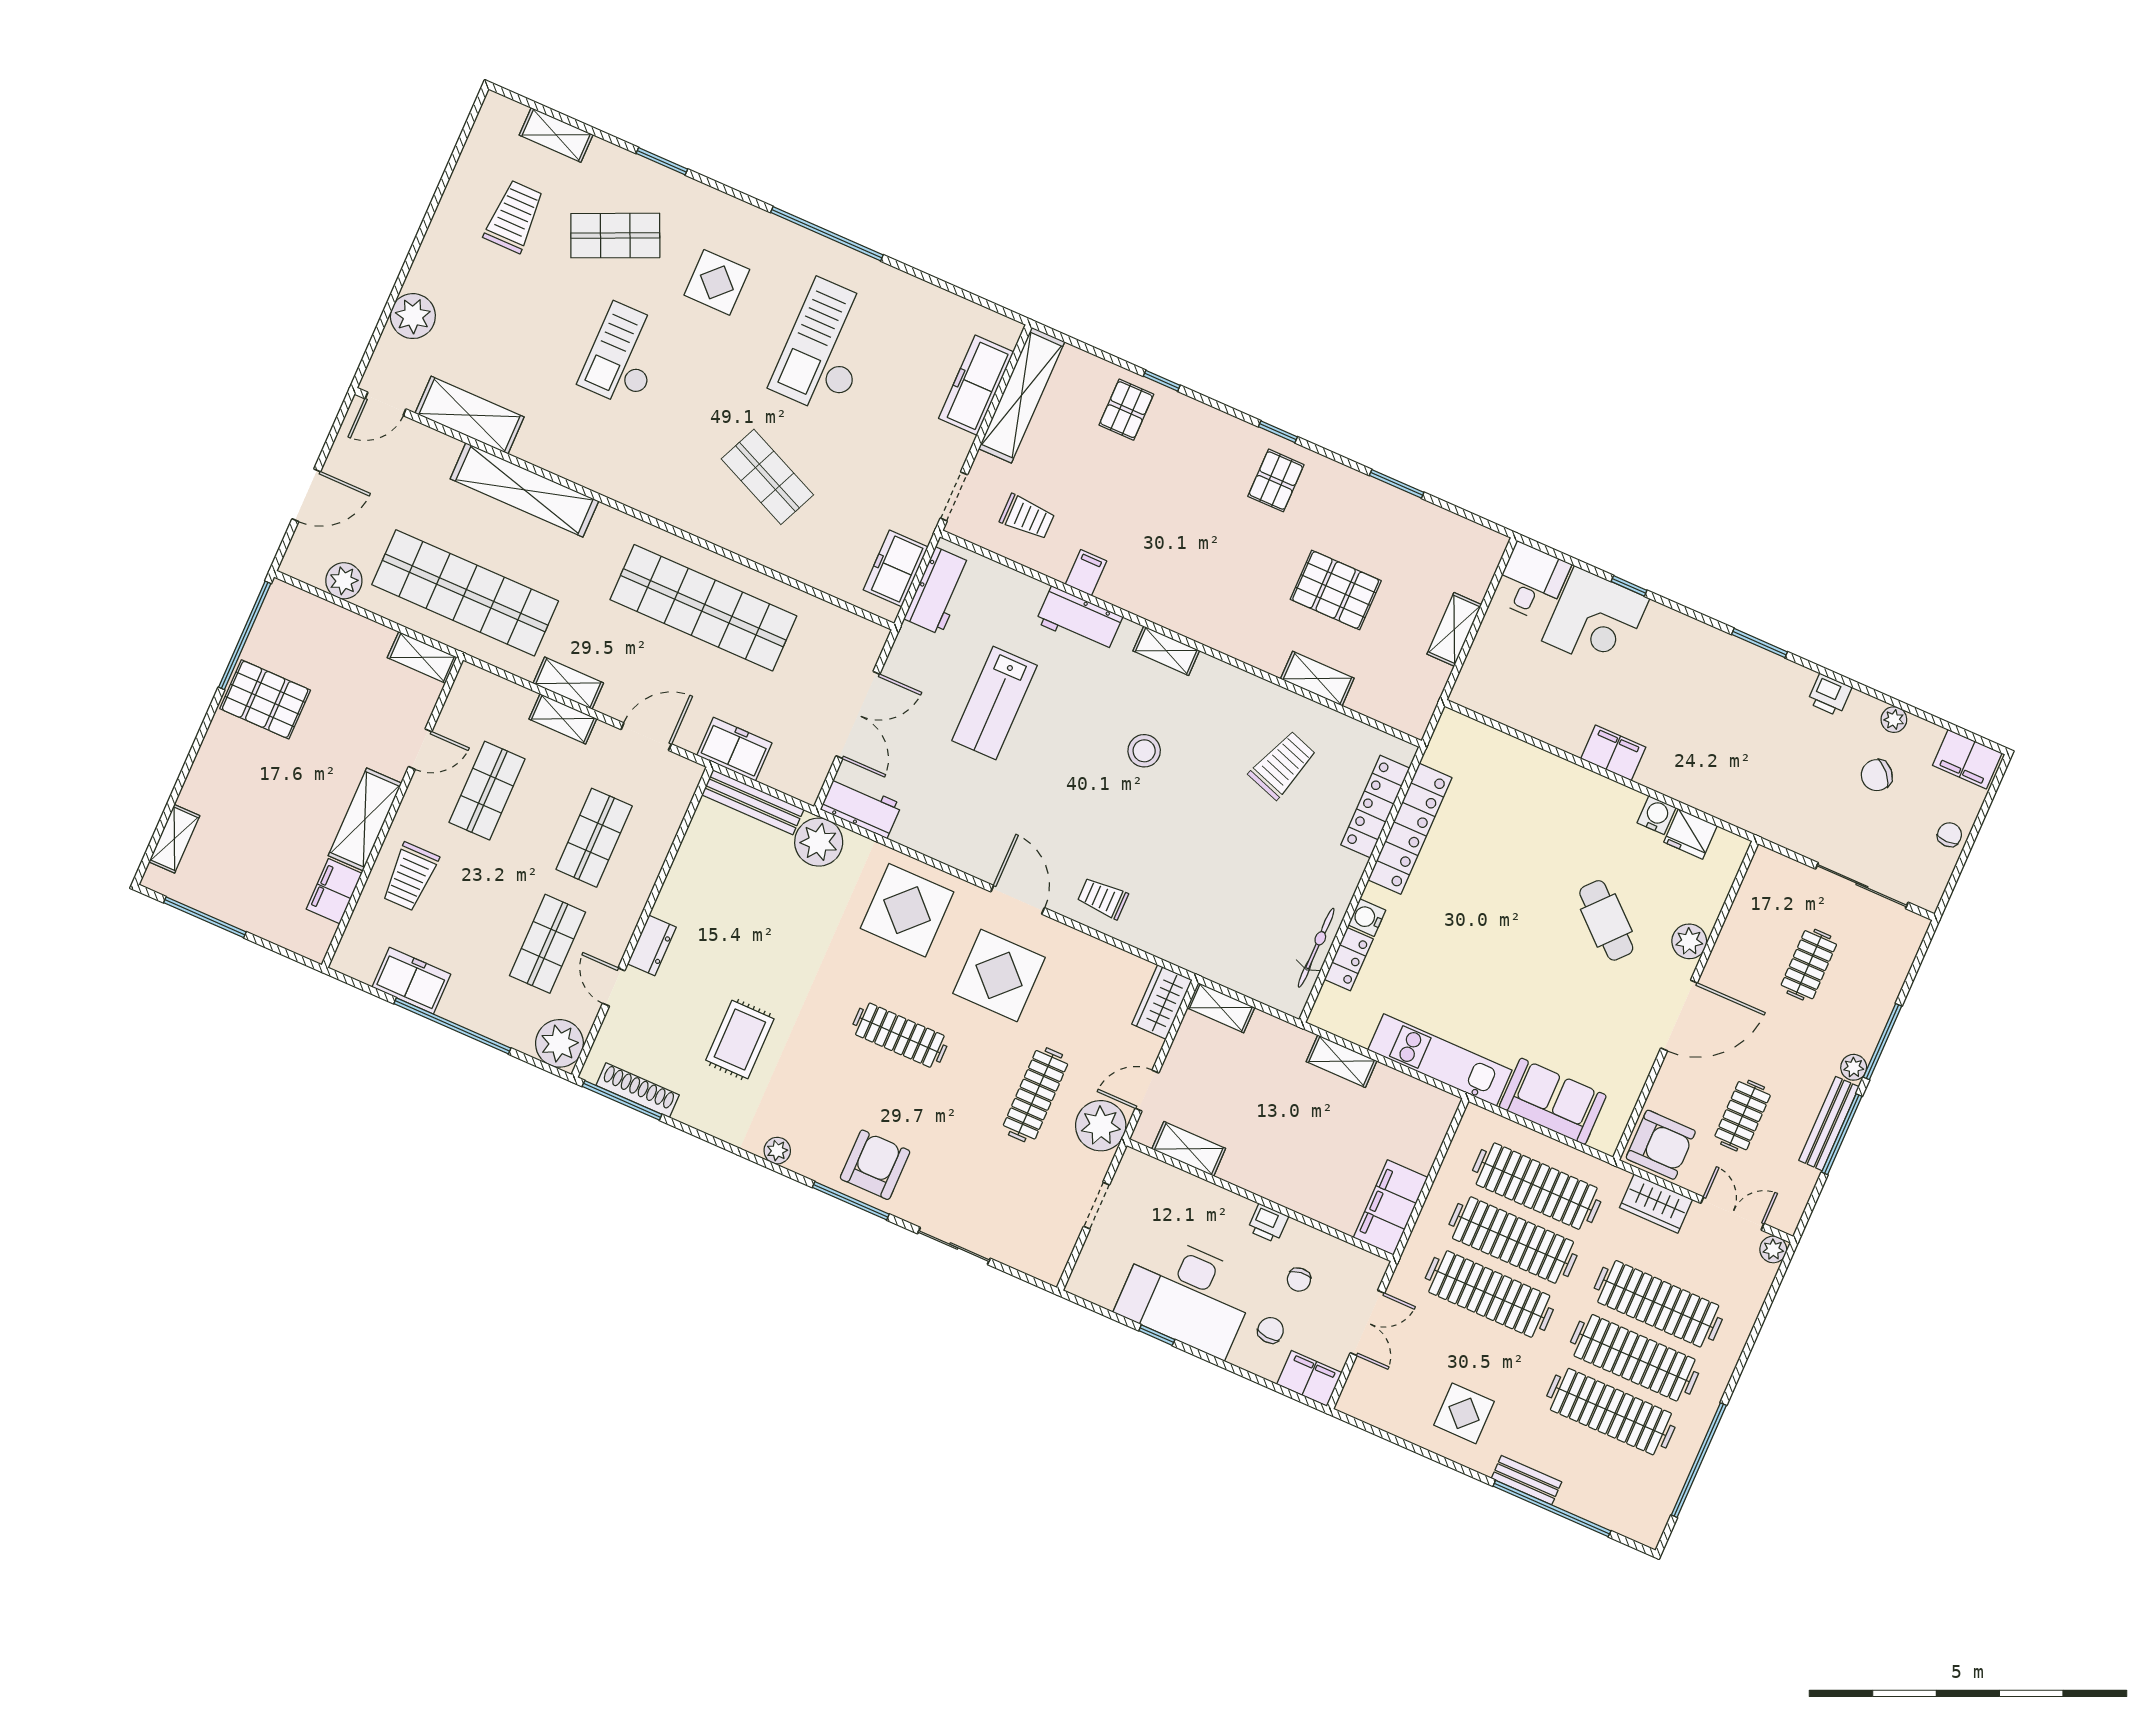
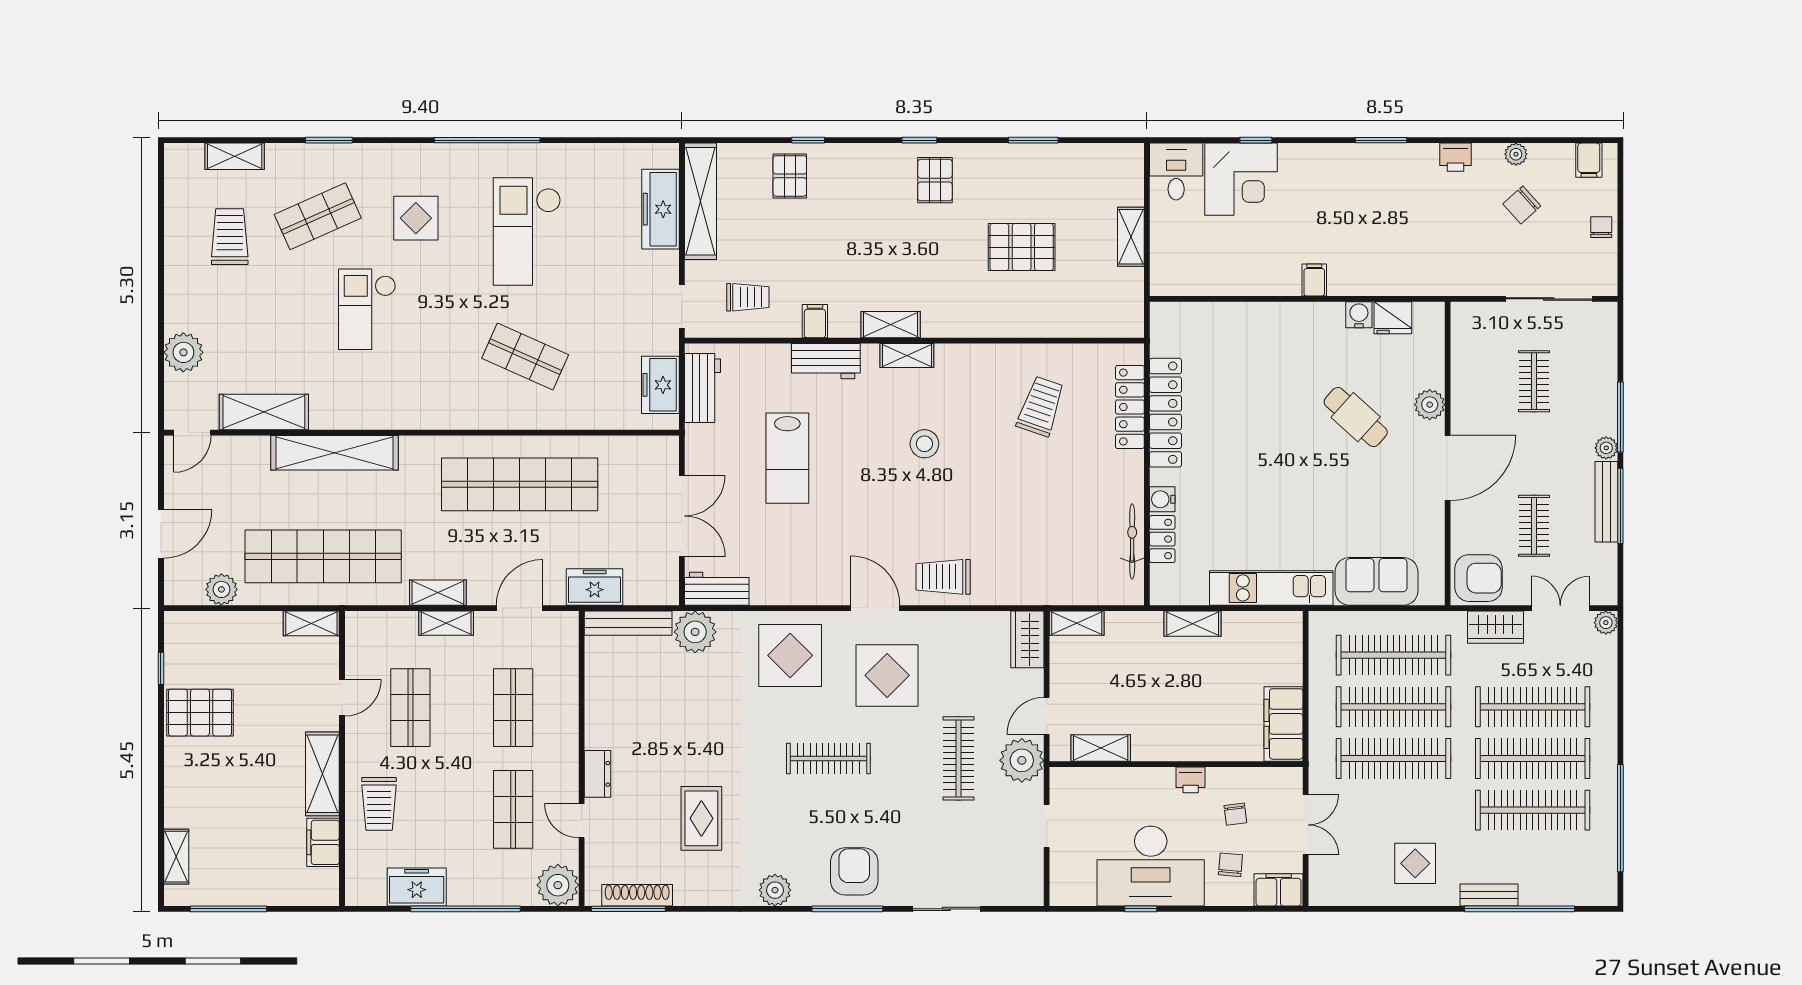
window: (245, 635) -> (161, 668), width x0.32
shelving: (1317, 679) -> (891, 325), moved
filing cabinet: (1613, 753) -> (1314, 280), width x0.50
filing cabinet: (1967, 759) -> (1589, 160), width x0.50
trolley: (1103, 898) -> (943, 577), width x1.36, depth x1.39
plant: (777, 1151) -> (775, 890), width x1.38, depth x1.38

